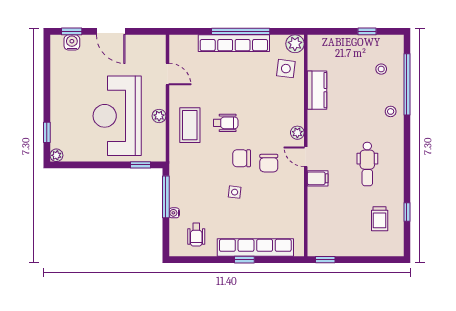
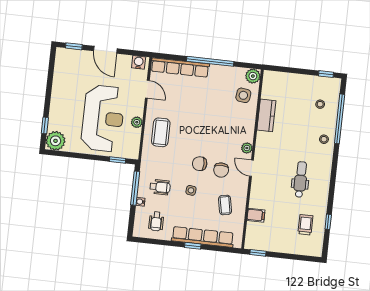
window: (367, 31) -> (326, 74), moved
water cooler: (72, 42) -> (139, 62), moved
row of seats: (234, 43) -> (180, 67), moved
reception desk: (117, 116) -> (103, 118), turned 180
wheelchair: (226, 123) -> (160, 187), moved
plant: (56, 155) -> (56, 141), width x1.88, depth x1.88
dental chair: (367, 164) -> (300, 180), turned 180
filing cabinet: (318, 178) -> (256, 215), moved
coffee table: (278, 205) -> (225, 205), added
trolley: (380, 219) -> (305, 225), turned 180

